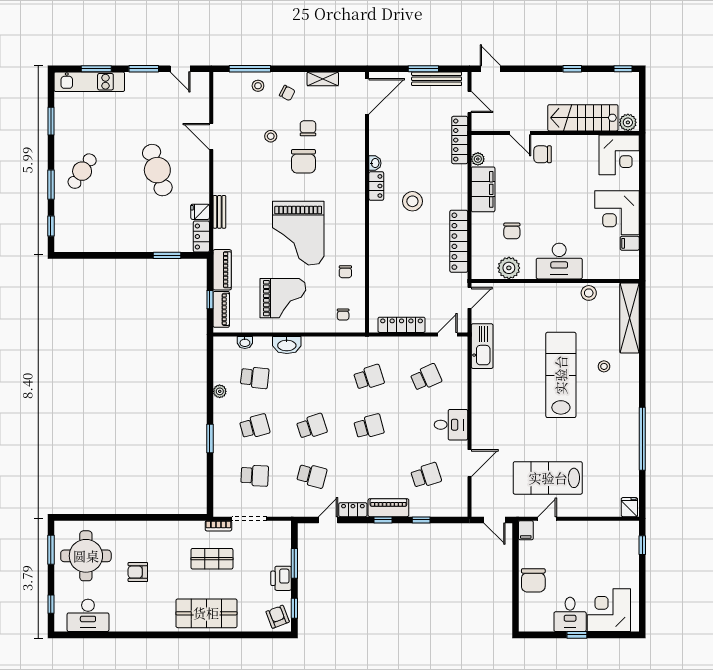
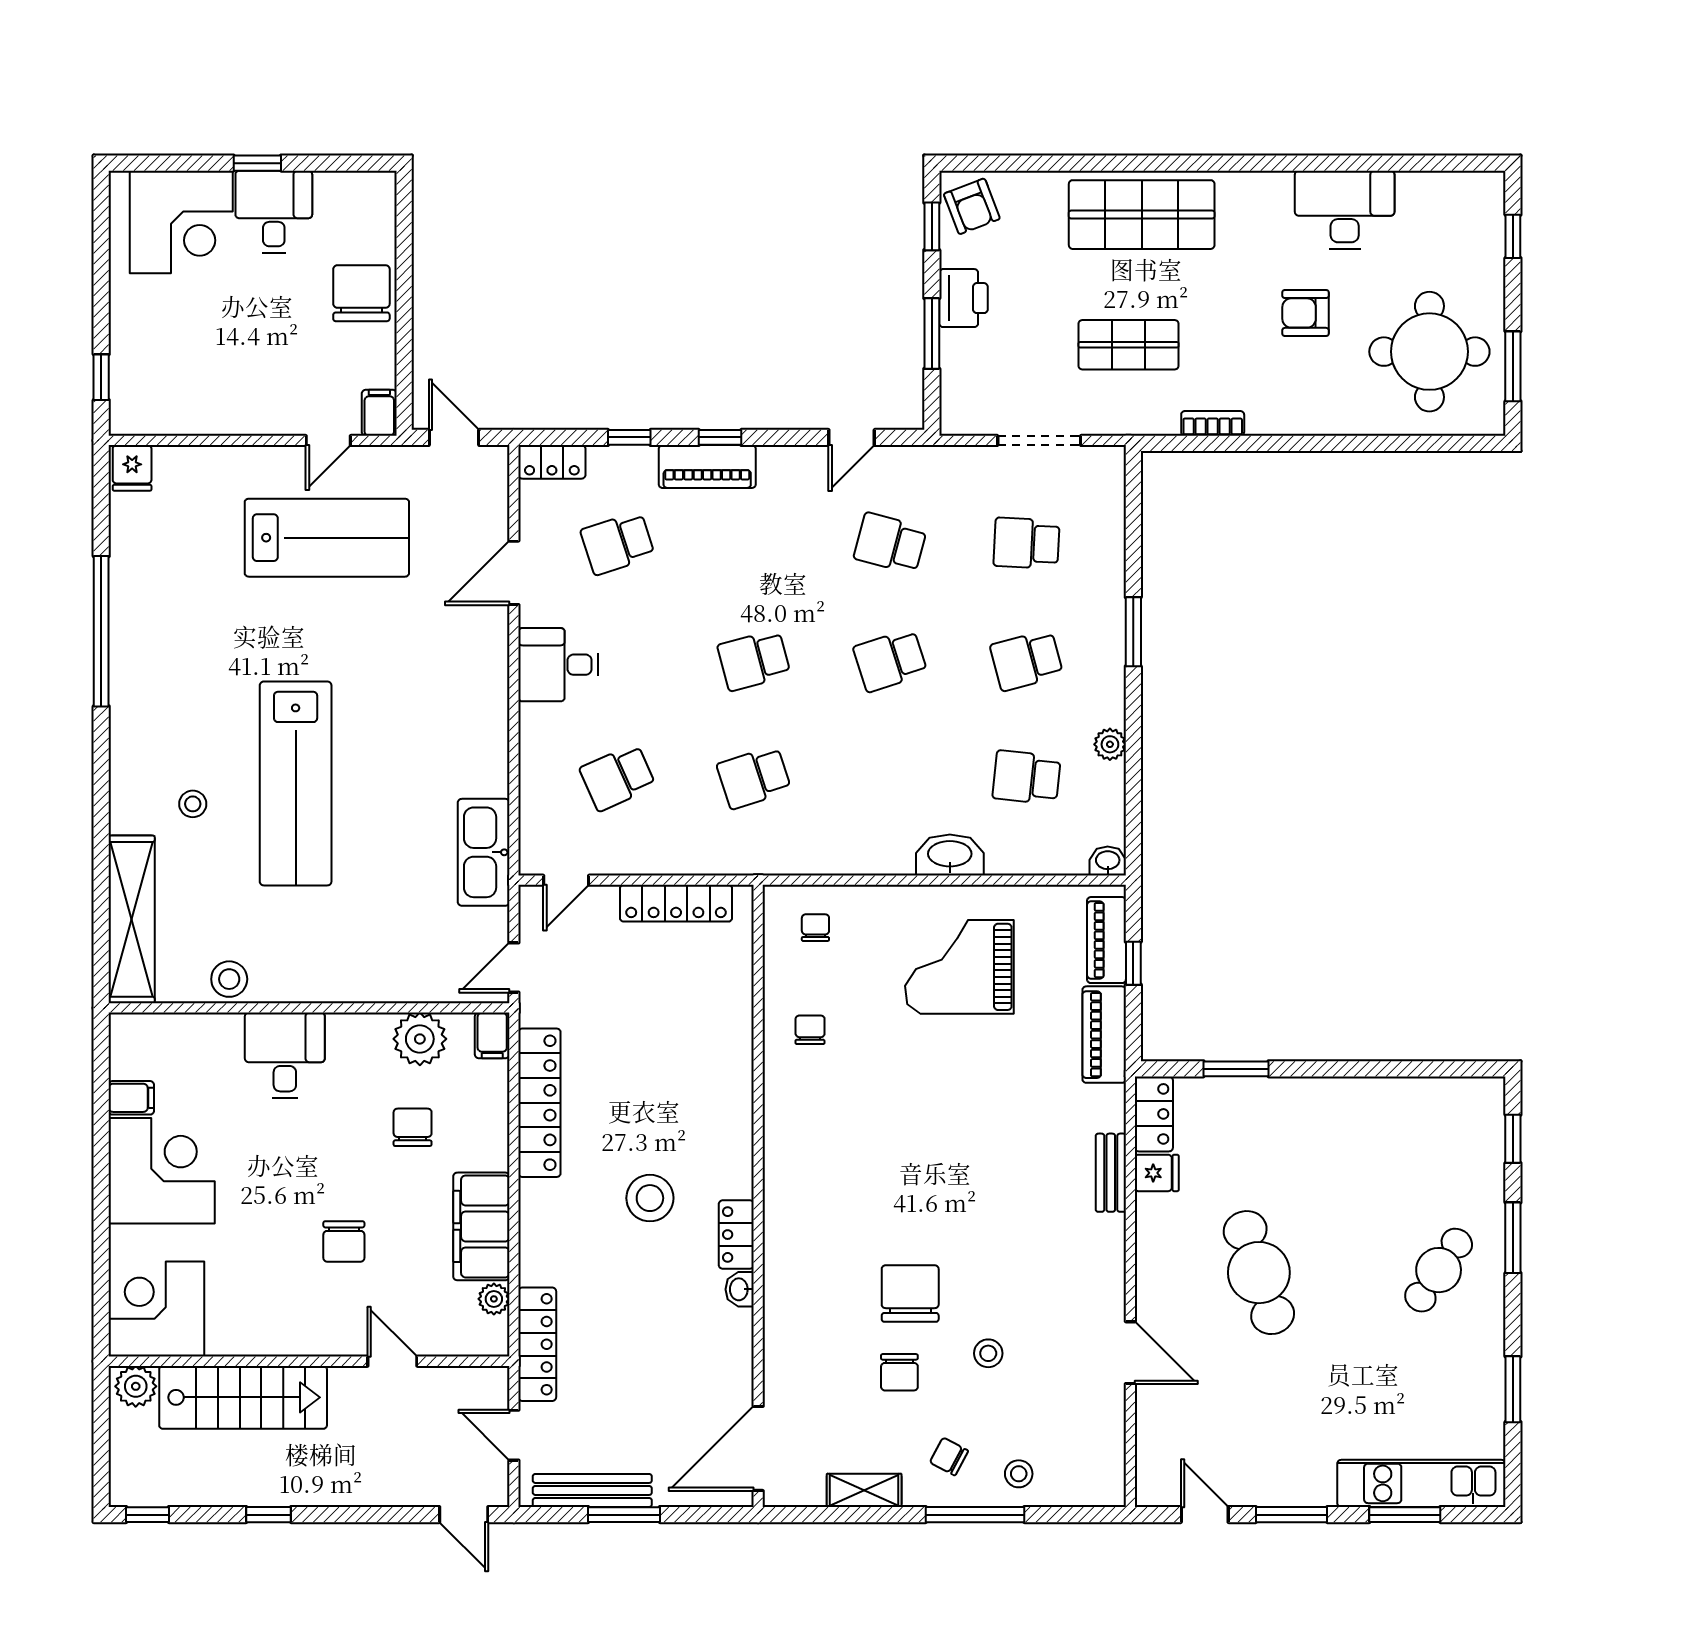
window: (250, 69) -> (975, 1515), moved
chair: (543, 154) -> (344, 1241), moved, turned 90
grand piano: (298, 233) -> (923, 1122), removed
desk: (559, 261) -> (285, 1055), width x0.73
filing cabinet: (479, 269) -> (492, 1035), added
washbasin: (245, 342) -> (1108, 861), moved
locker: (353, 510) -> (552, 462), moved
bookcase: (218, 526) -> (1213, 423), moved
armchair: (138, 572) -> (1306, 313), turned 180
desk: (88, 615) -> (1345, 210), moved

